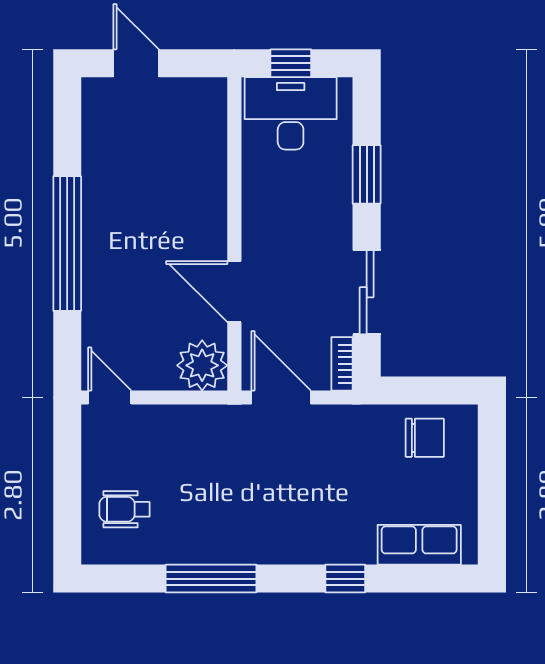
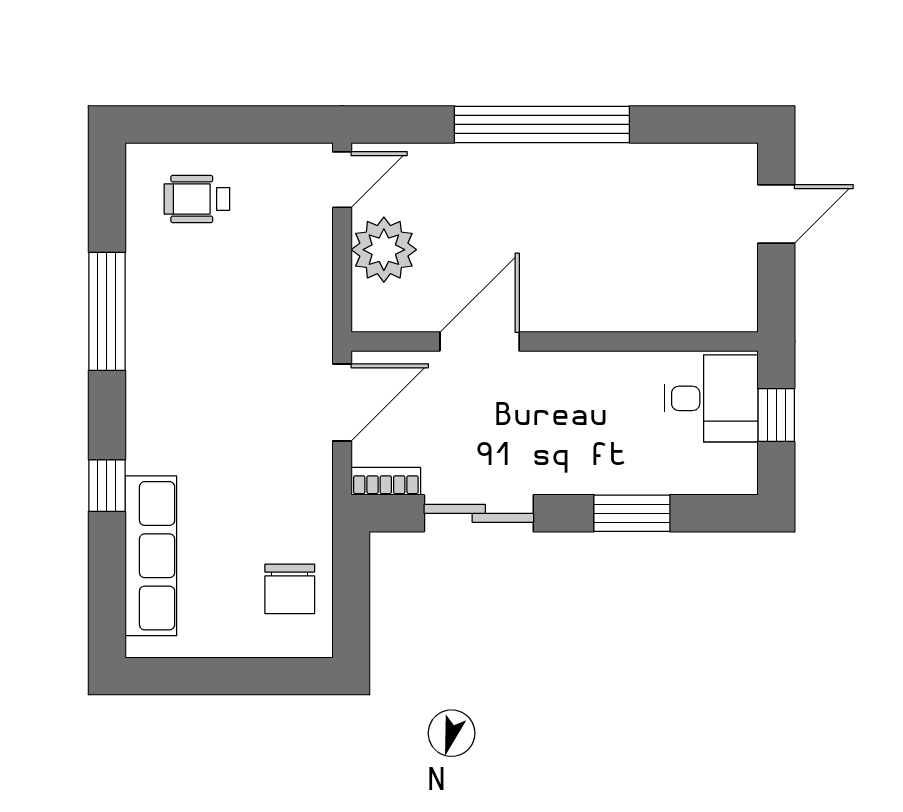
desk: (291, 113) -> (711, 398), width x0.73
plant: (202, 365) -> (384, 250), moved
wheelchair: (125, 509) -> (197, 199), turned -90
row of seats: (419, 545) -> (151, 556), width x1.48

